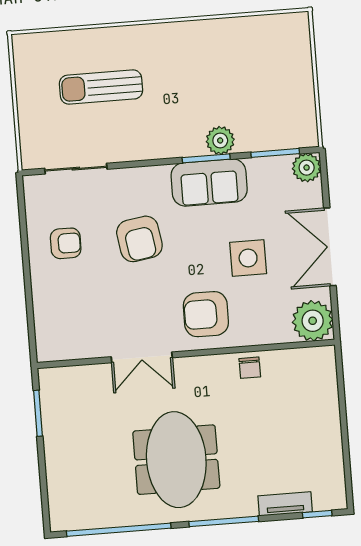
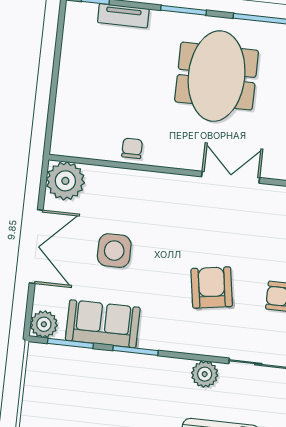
plant: (220, 140) -> (205, 374), moved
sofa: (209, 182) -> (103, 324), moved
armchair: (206, 314) -> (163, 206), removed
window: (224, 521) -> (184, 10), width x0.69

